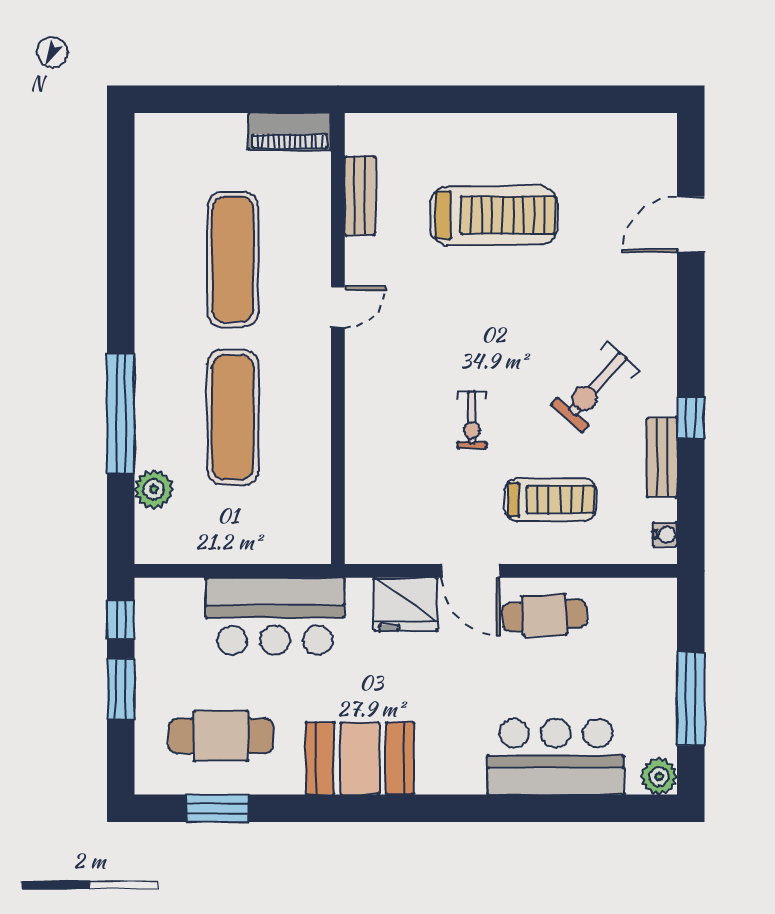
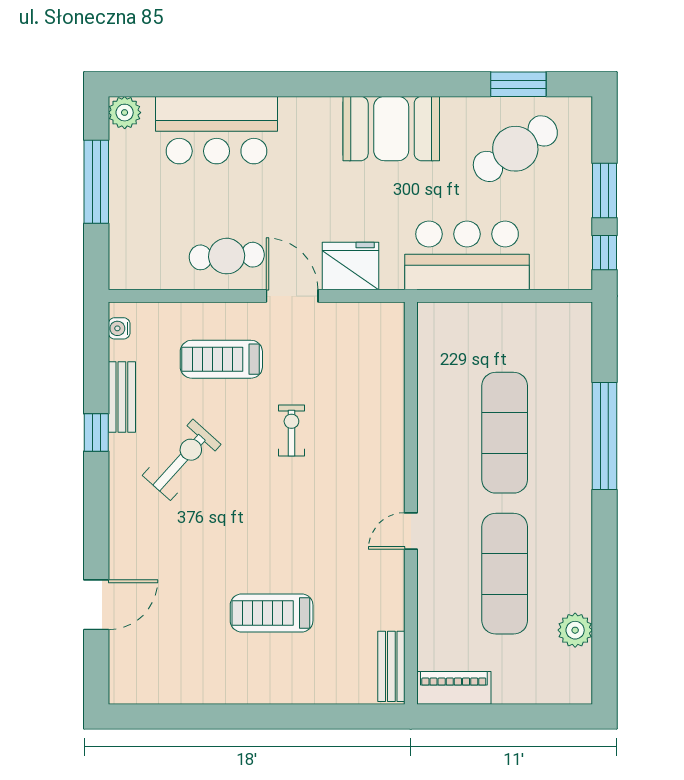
bench: (360, 196) -> (391, 666), moved
treadmill: (494, 215) -> (272, 613), width x0.73, depth x0.73
plant: (154, 489) -> (575, 630), moved
cafe table: (221, 736) -> (515, 149), turned -33

